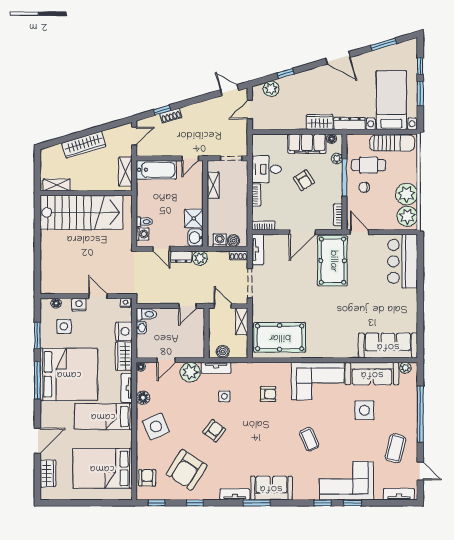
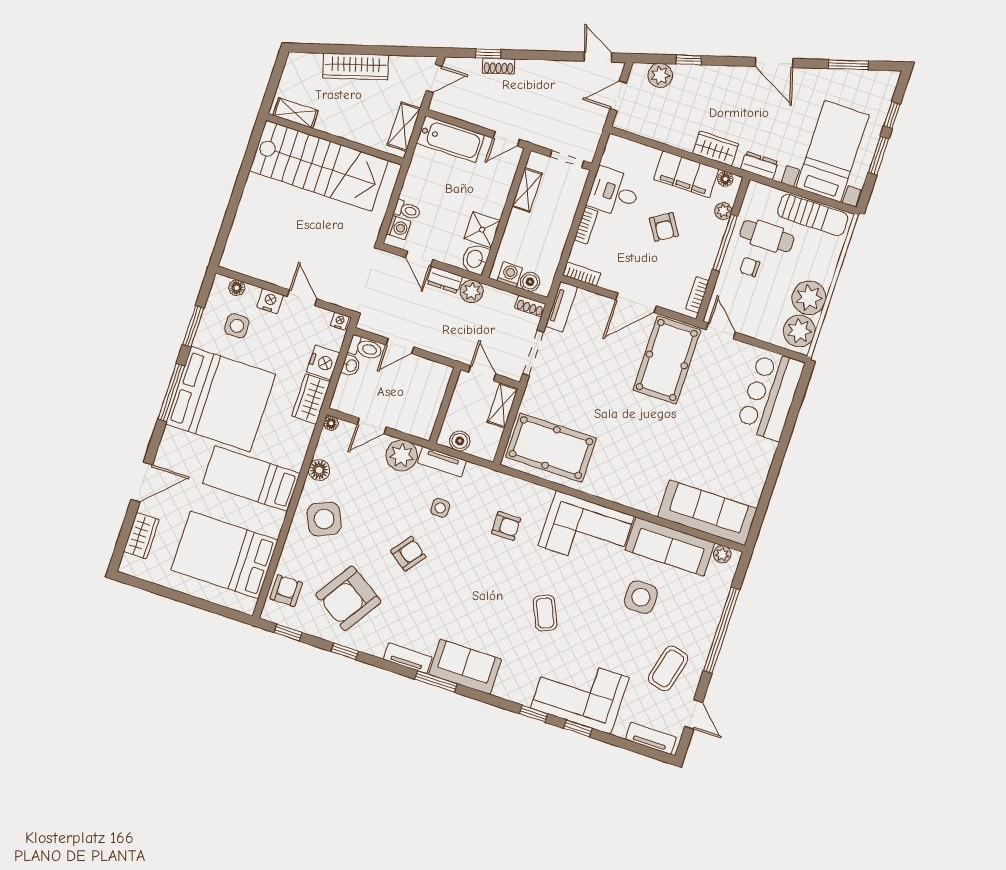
dresser: (350, 124) -> (759, 165), width x0.70
door: (188, 306) -> (400, 346), moved
tv unit: (127, 388) -> (300, 448), removed

